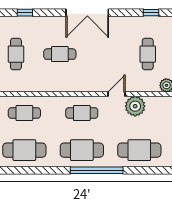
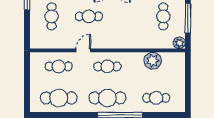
door: (116, 94) -> (83, 50), moved
cafe table: (139, 150) -> (156, 98), width x0.73, depth x0.74

